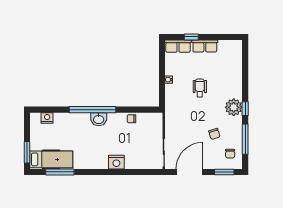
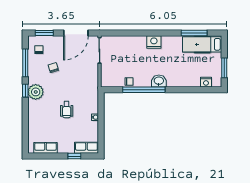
row of seats: (205, 46) -> (45, 148), moved
window: (93, 110) -> (144, 90), moved
window: (27, 152) -> (224, 68), moved
nightstand: (116, 162) -> (154, 42), moved

